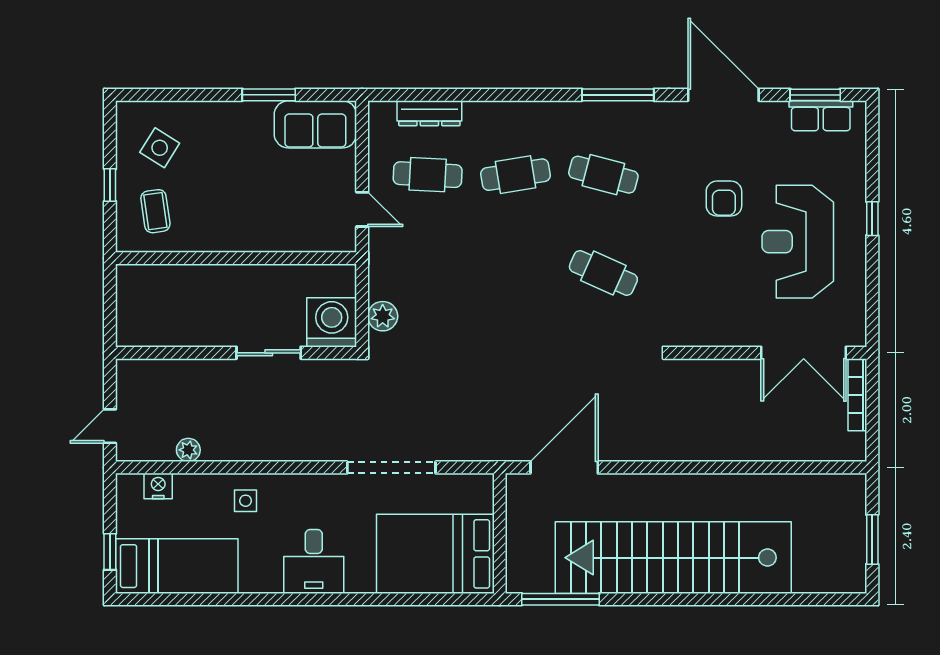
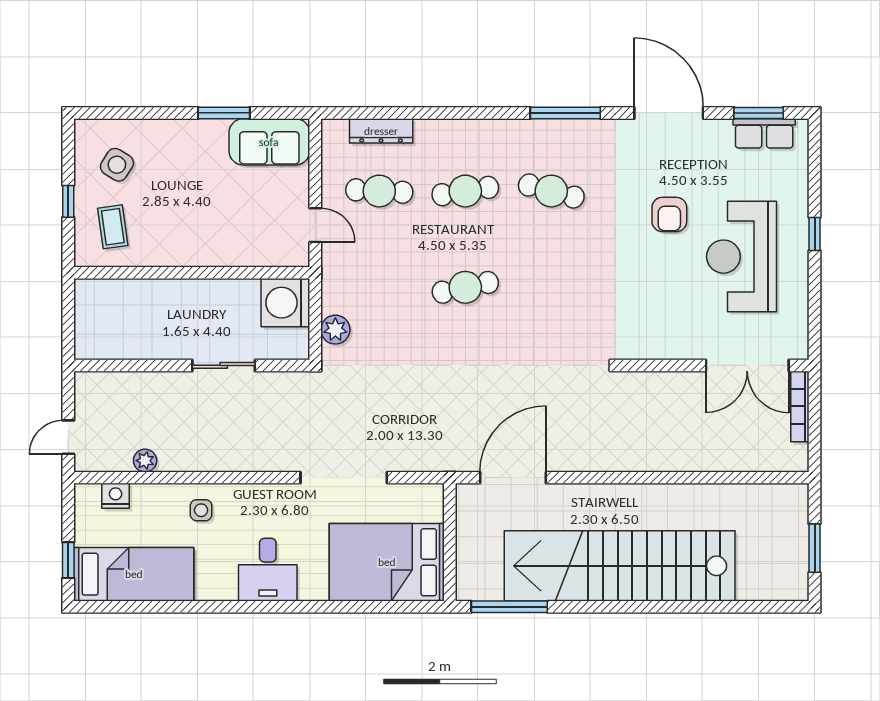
cafe table: (603, 273) -> (465, 287), moved, turned -36
washing machine: (332, 322) -> (285, 303), moved, turned -90

